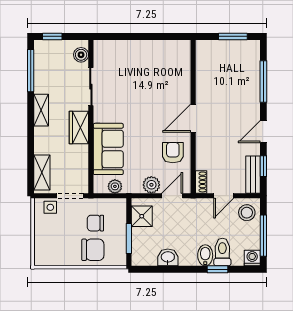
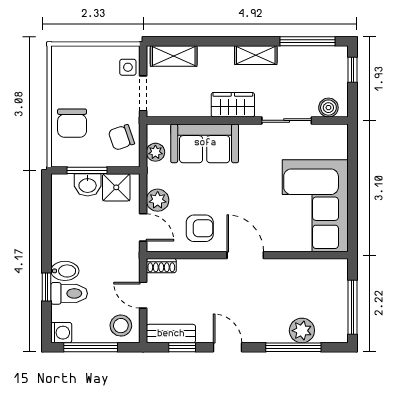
window: (233, 36) -> (353, 307), width x1.44
corner sofa: (156, 65) -> (315, 206), added
plant: (251, 75) -> (302, 331), added
chair: (95, 223) -> (121, 137), moved, turned -109
washbasin: (168, 257) -> (88, 185), moved, turned 90

